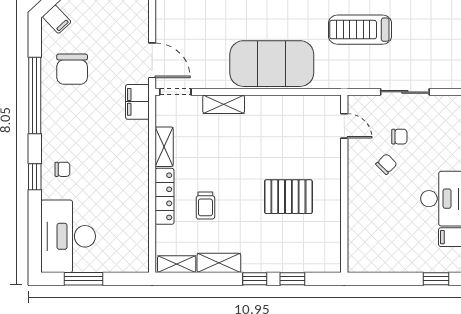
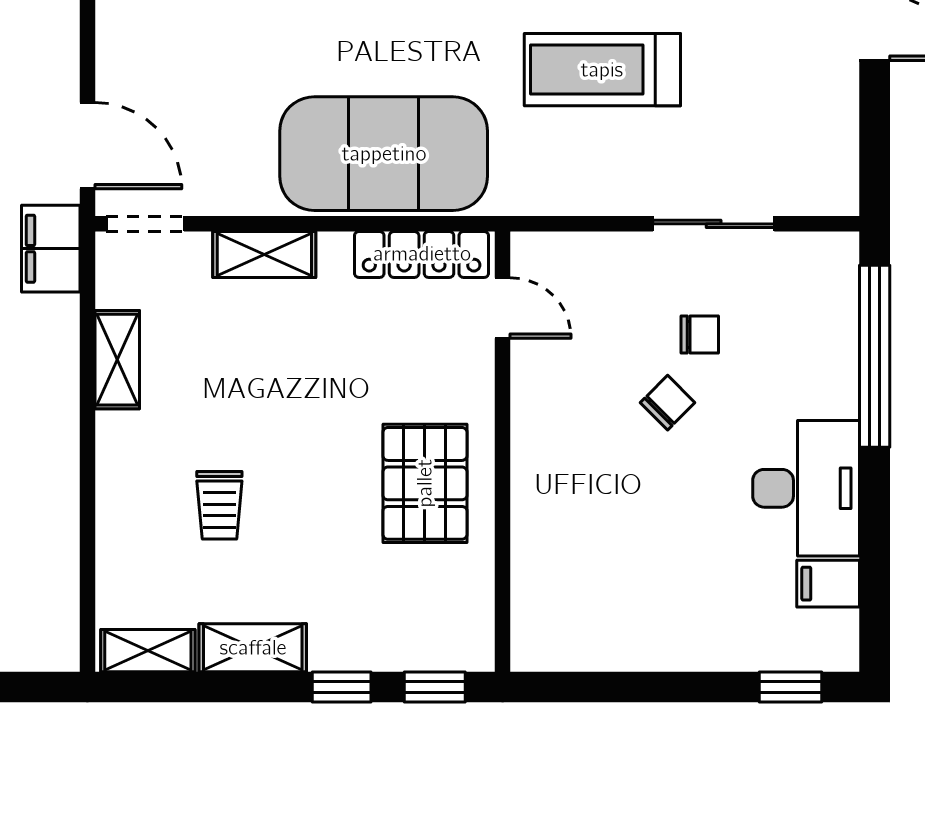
door: (344, 126) -> (503, 308), moved
wall: (344, 184) -> (503, 452), moved
locker: (165, 196) -> (422, 254), moved, turned 90
pallet: (288, 197) -> (425, 483), turned 90

